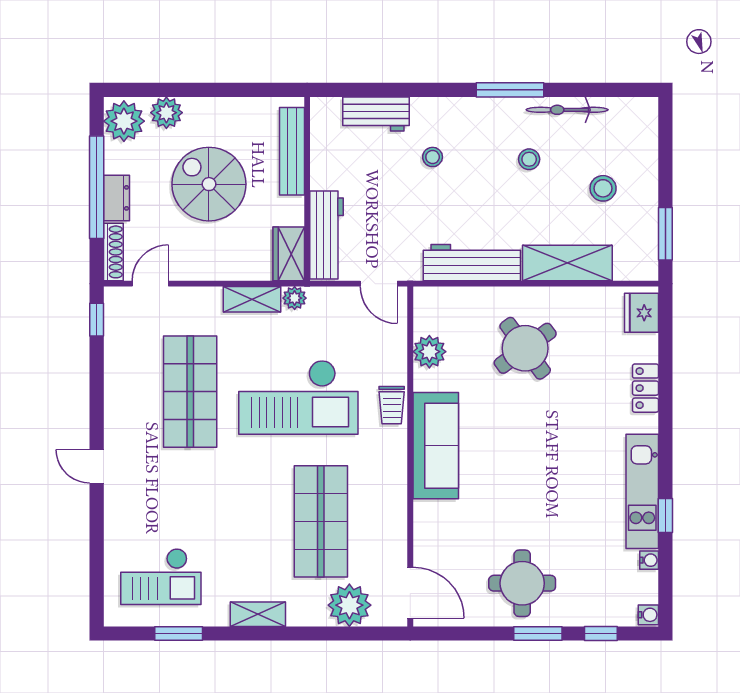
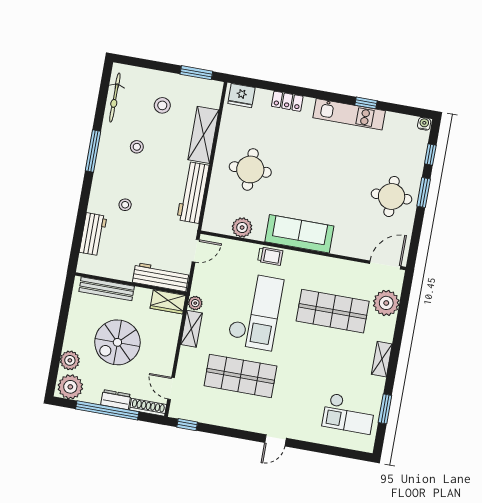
bicycle: (567, 110) -> (115, 97), moved
round table: (525, 348) -> (250, 169), turned 36
water cooler: (649, 560) -> (391, 117), removed
checkout: (161, 577) -> (349, 414), turned 90

